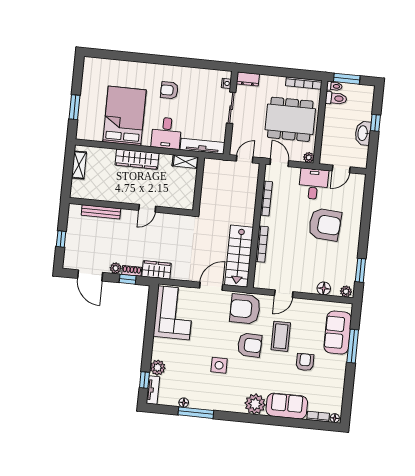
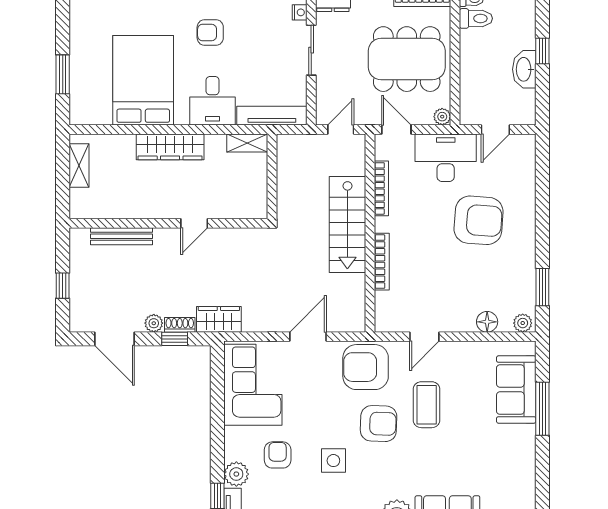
desk: (313, 184) -> (446, 158), width x1.37
stairs: (239, 256) -> (347, 224), moved
armchair: (305, 362) -> (278, 455), moved

